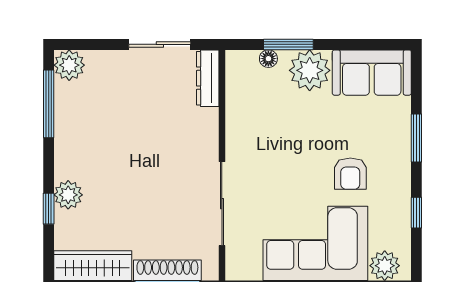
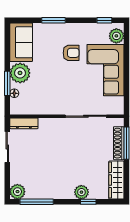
window: (416, 213) -> (104, 20), moved

